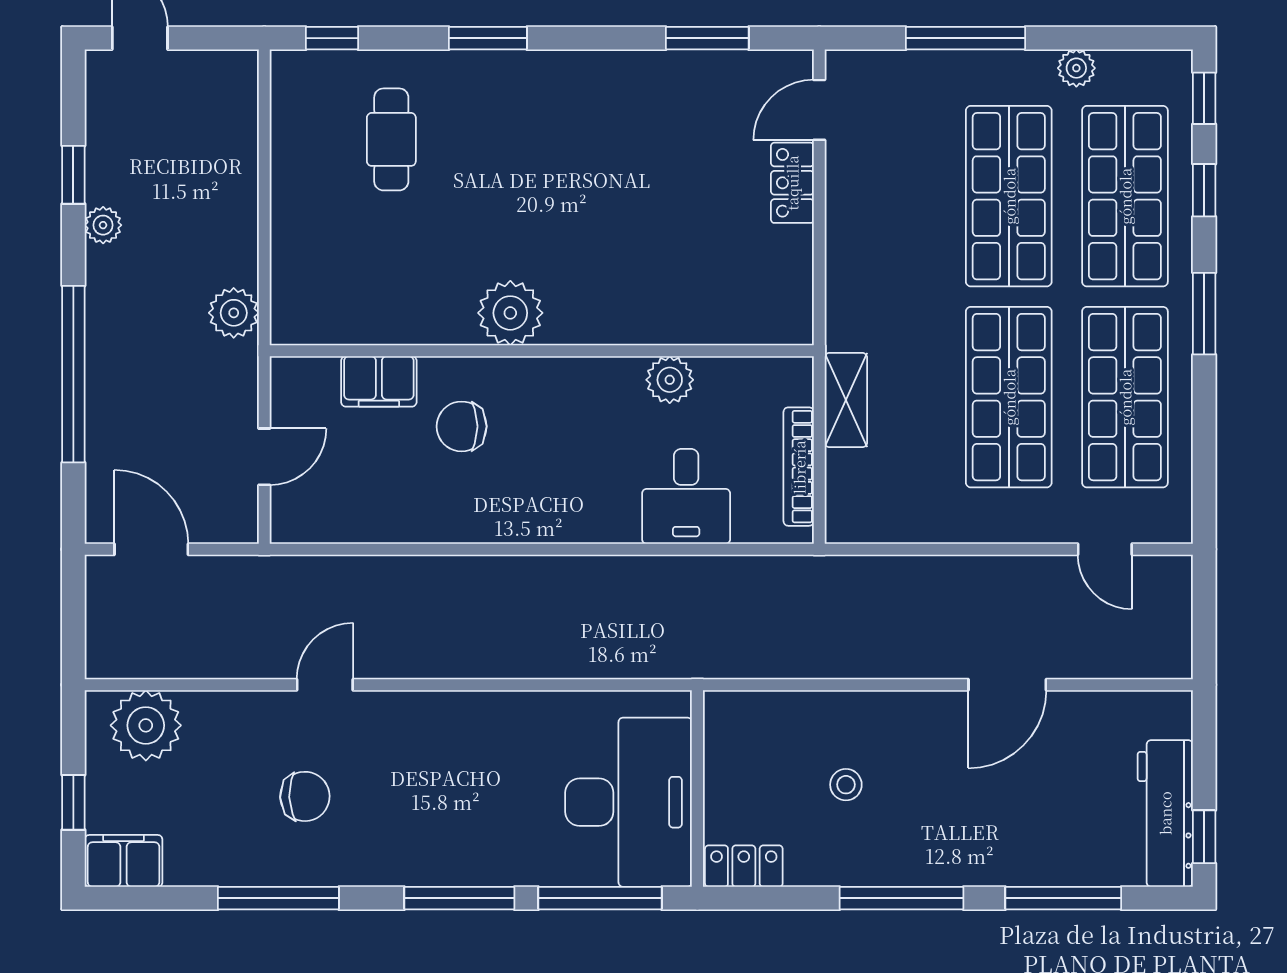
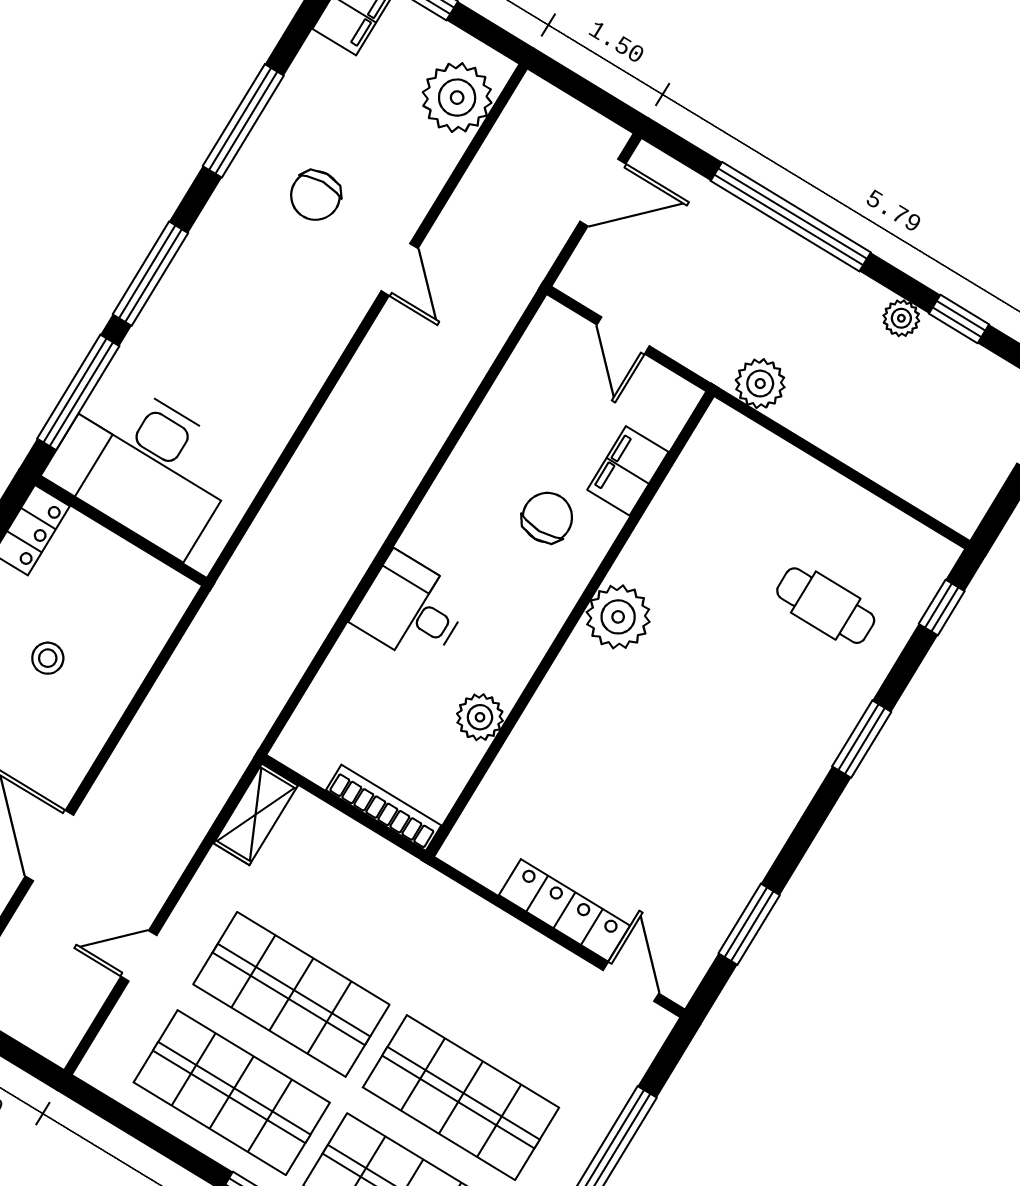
locker: (792, 183) -> (564, 910), width x1.53
shelving: (846, 400) -> (256, 814), moved, turned 90
bookcase: (799, 467) -> (384, 808), moved
desk: (686, 496) -> (411, 609), moved
door: (1105, 549) -> (139, 956), moved

